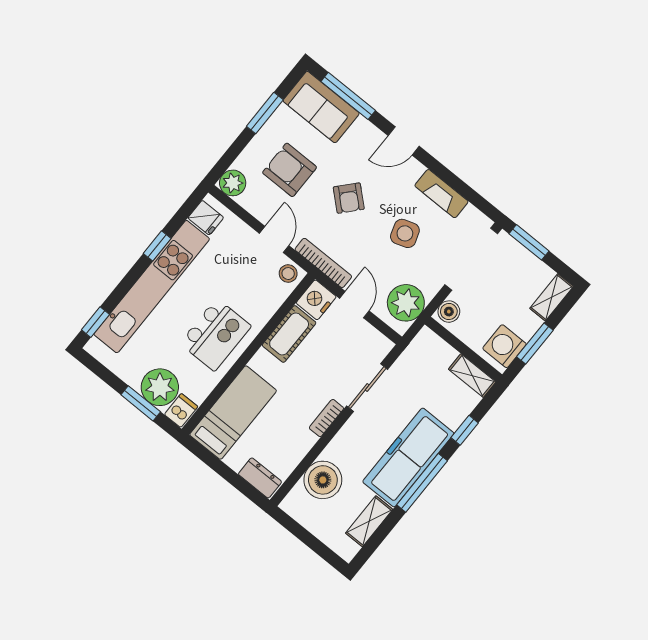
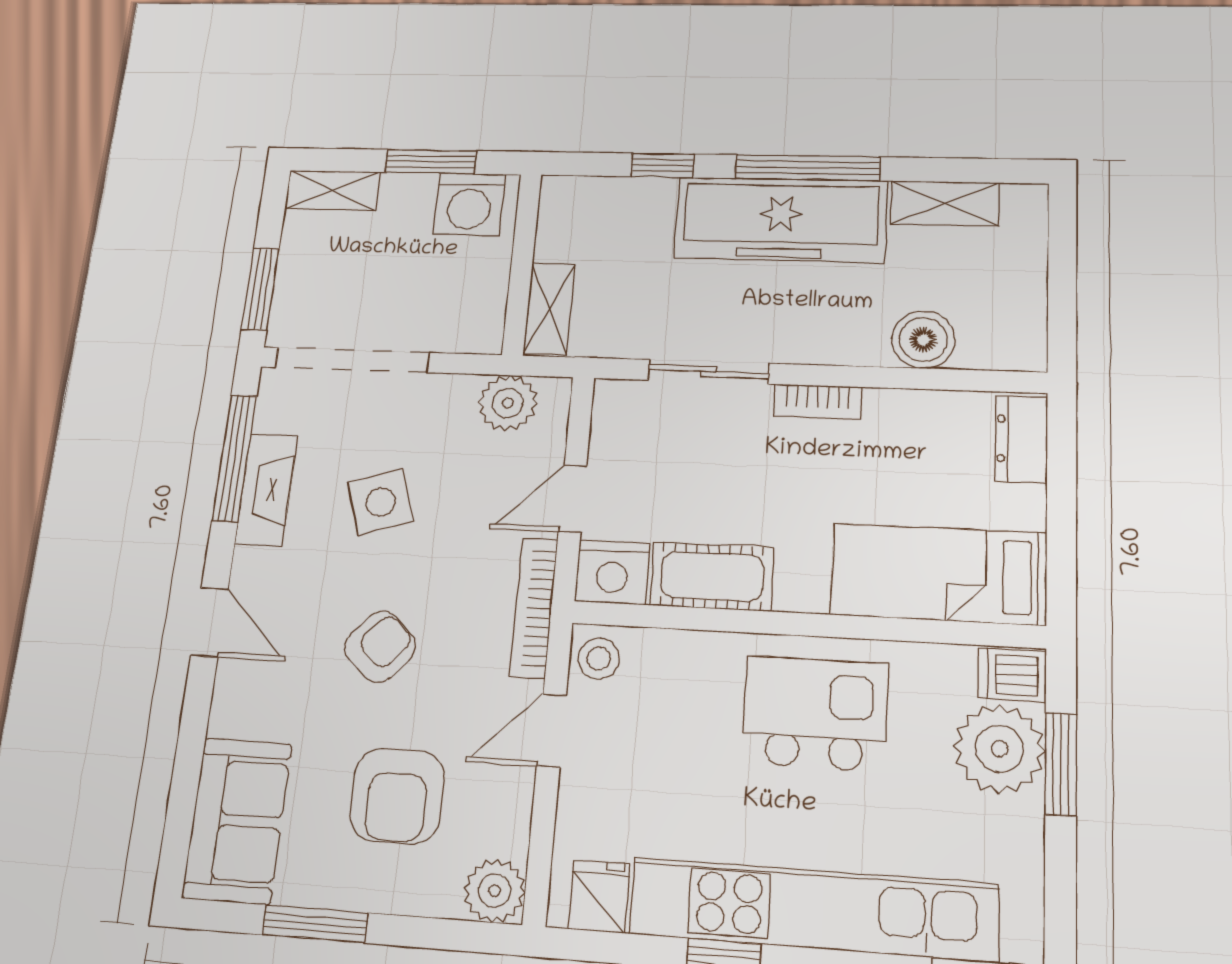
window: (348, 96) -> (234, 458), moved
plant: (406, 303) -> (508, 403), width x0.73, depth x0.73
boiler: (449, 312) -> (472, 332), removed
shelving: (472, 376) -> (549, 309), moved
boiler: (323, 480) -> (923, 340), width x0.73, depth x0.73

